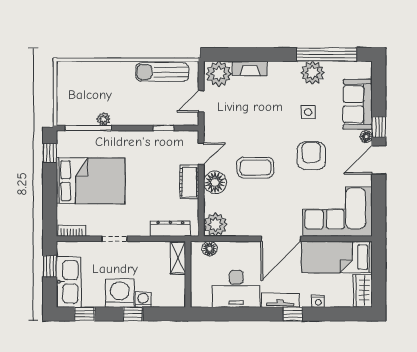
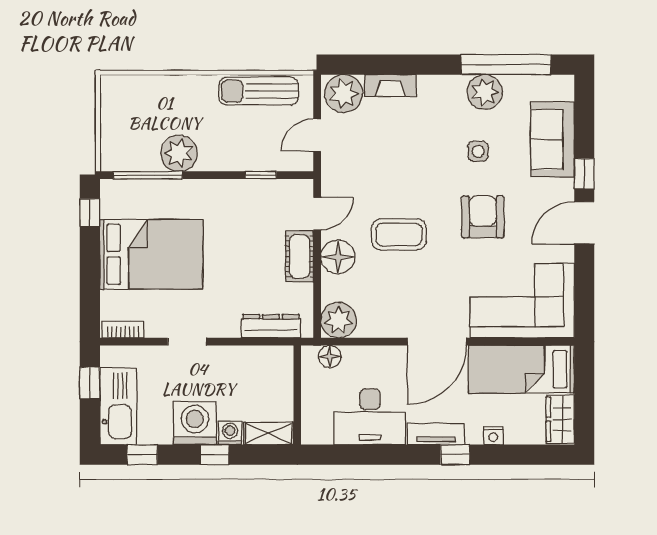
plant: (104, 119) -> (179, 153), width x1.88, depth x1.88
floor lamp: (366, 137) -> (565, 188), removed
shelving: (178, 258) -> (269, 433), moved, turned 90

